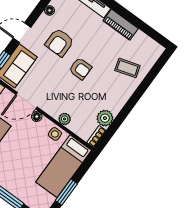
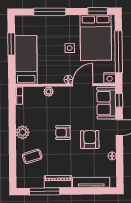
window: (141, 25) -> (45, 191), added
plant: (105, 118) -> (23, 132), moved
side table: (55, 134) -> (70, 48), moved

